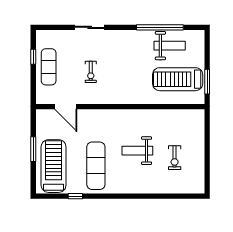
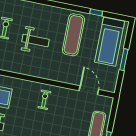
exercise bike: (91, 72) -> (44, 100), moved

